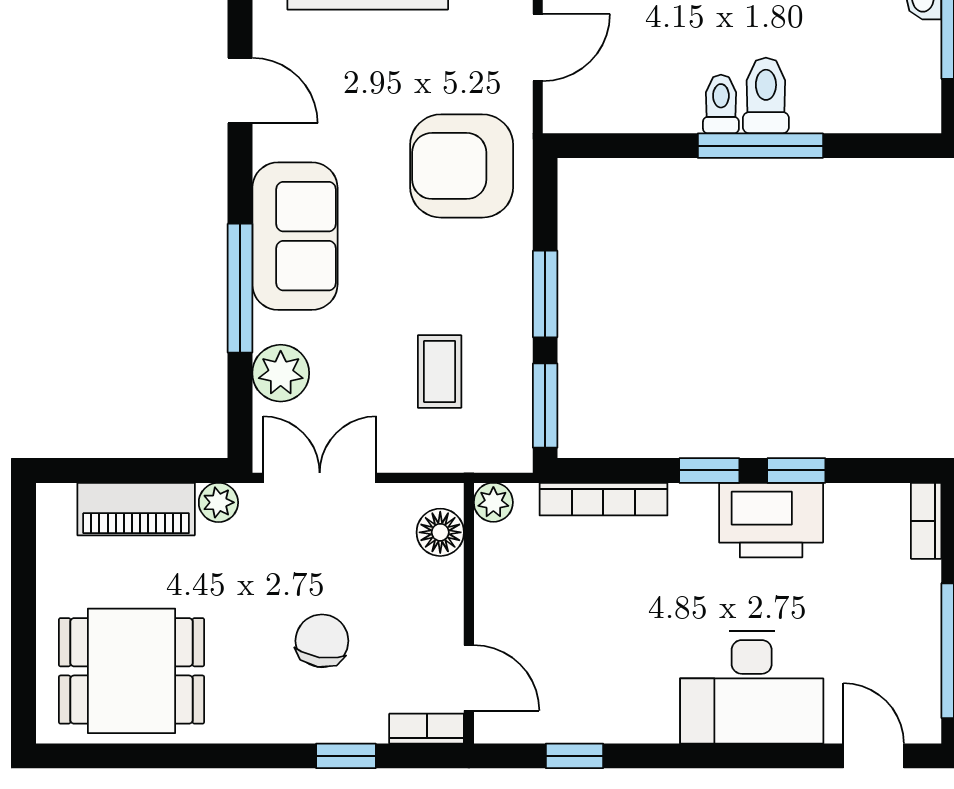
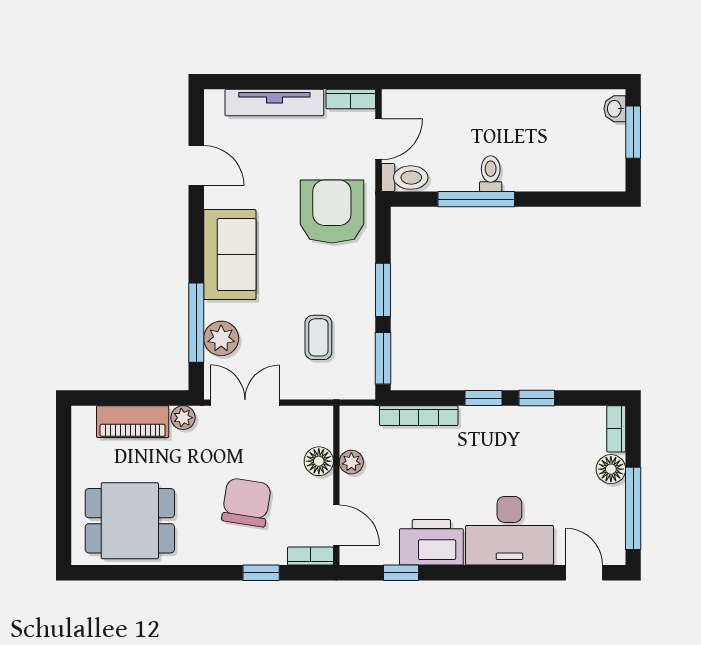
toilet: (766, 95) -> (405, 178), moved, turned 90
window: (760, 146) -> (476, 199), moved
armchair: (462, 166) -> (332, 212), turned 90
window: (240, 288) -> (196, 323), moved
plant: (493, 502) -> (351, 462), moved
printer: (771, 520) -> (431, 542), moved, turned 180
floor lamp: (440, 532) -> (319, 461), moved
floor lamp: (917, 587) -> (611, 469), added
chair: (322, 641) -> (246, 502), width x1.37, depth x1.37

